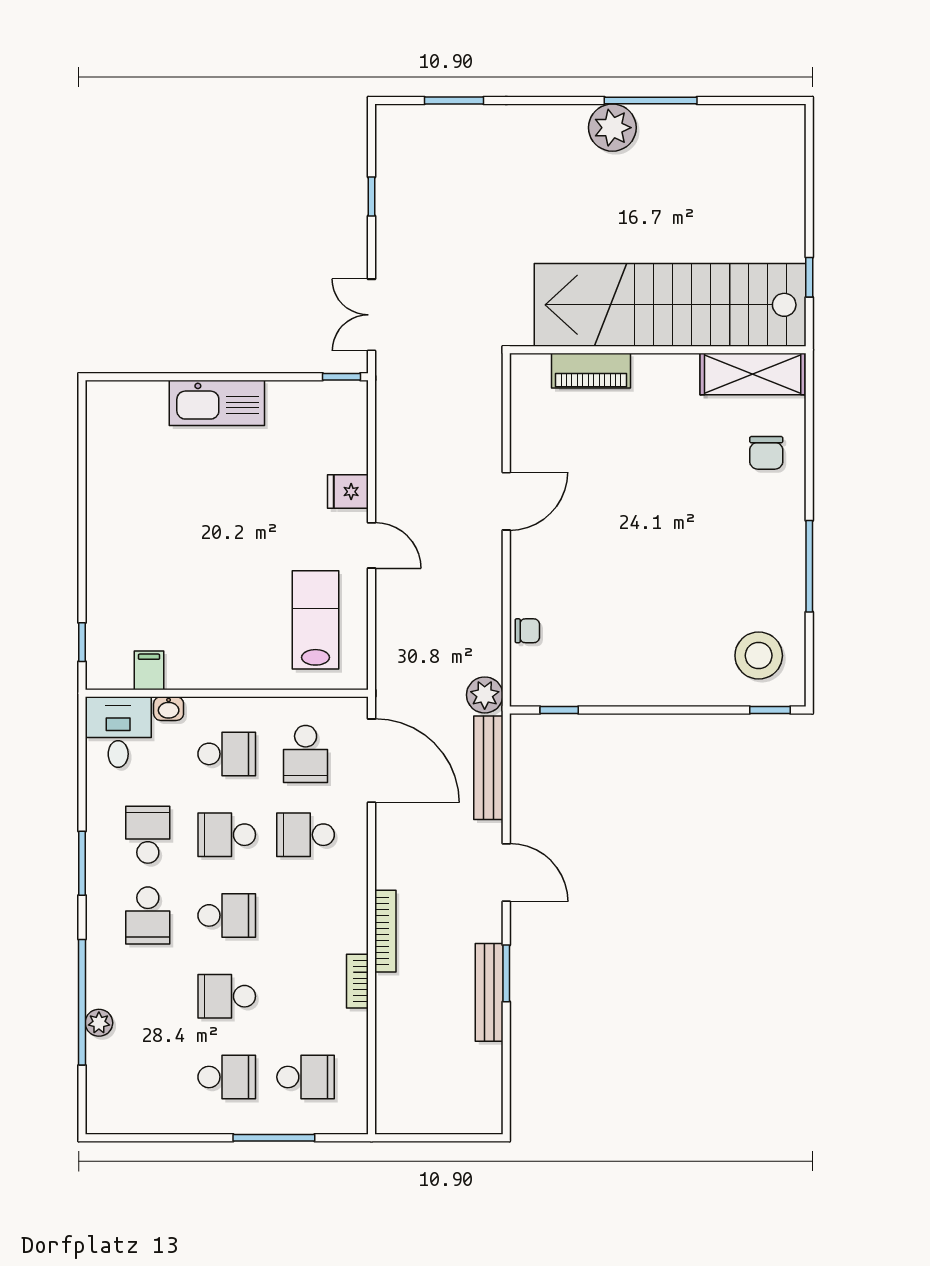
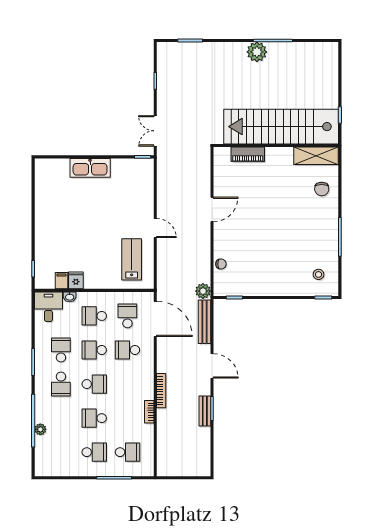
fridge: (348, 492) -> (76, 280), moved, turned 90
stool: (759, 656) -> (318, 274), width x0.53, depth x0.53
school desk: (227, 754) -> (94, 316), turned 180
school desk: (306, 754) -> (127, 316), turned 180
bench: (489, 992) -> (205, 411), width x0.73

